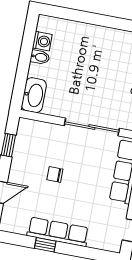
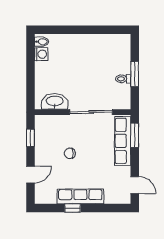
bidet: (40, 57) -> (42, 42), moved
washbasin: (34, 95) -> (55, 101), moved, turned -90

